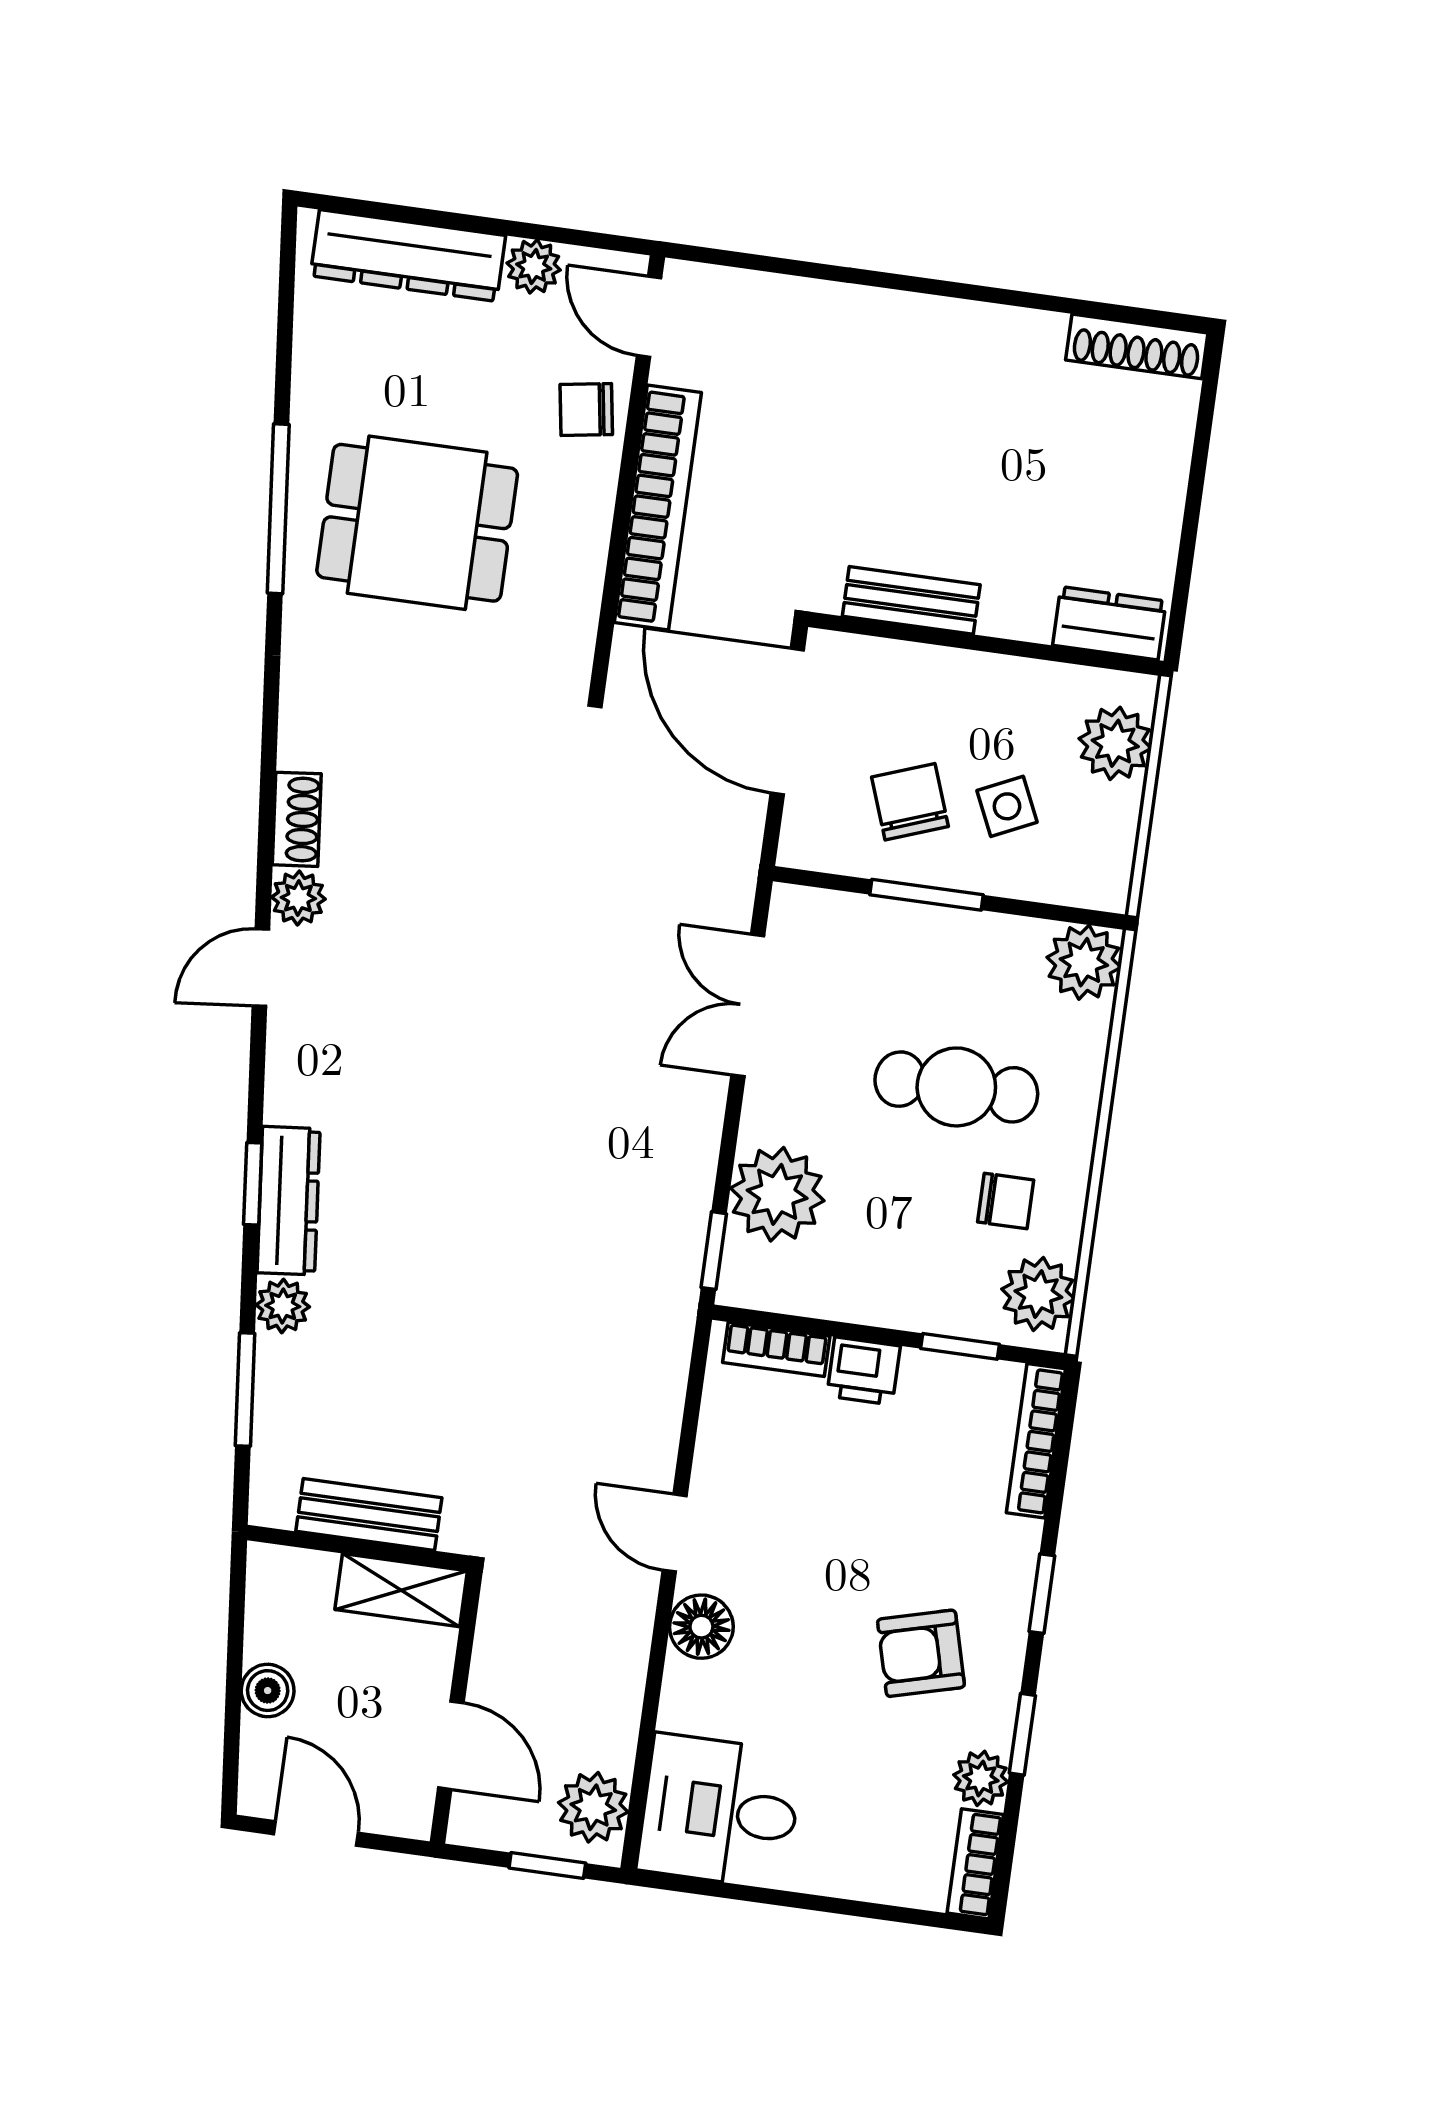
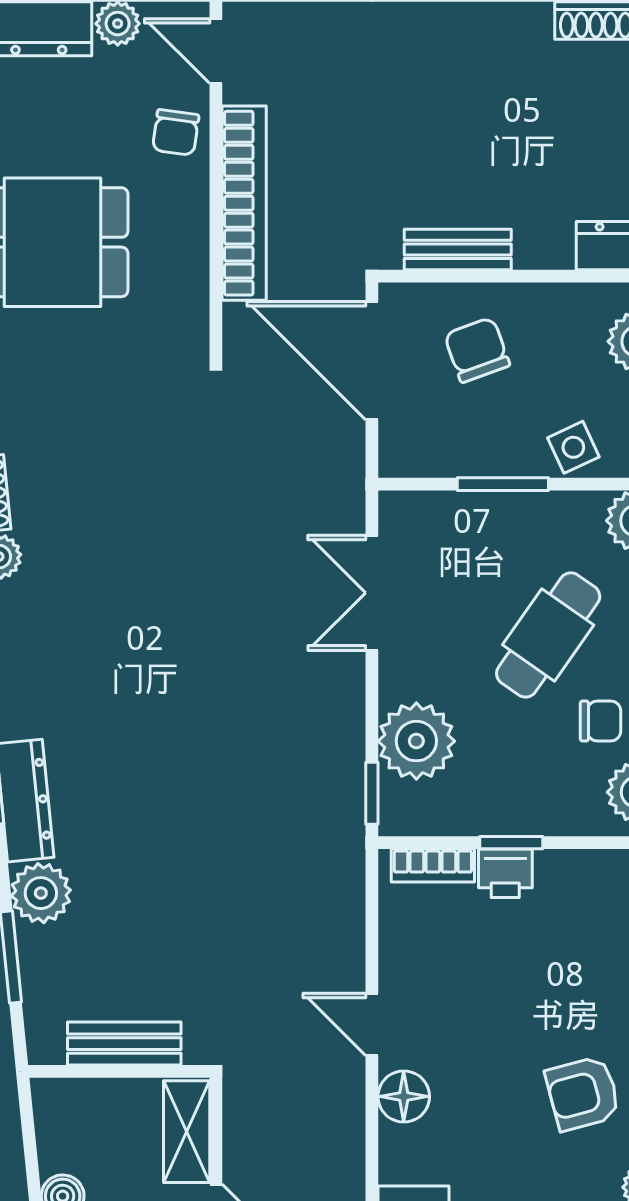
chair: (586, 409) -> (176, 132), turned -73
chair: (910, 802) -> (477, 350), moved
side table: (1007, 806) -> (573, 447), moved
cafe table: (956, 1087) -> (548, 635), turned -55
plant: (283, 1306) -> (41, 893), width x1.38, depth x1.38
window: (960, 1346) -> (511, 843), moved
shelving: (401, 1590) -> (187, 1132), moved, turned 90

